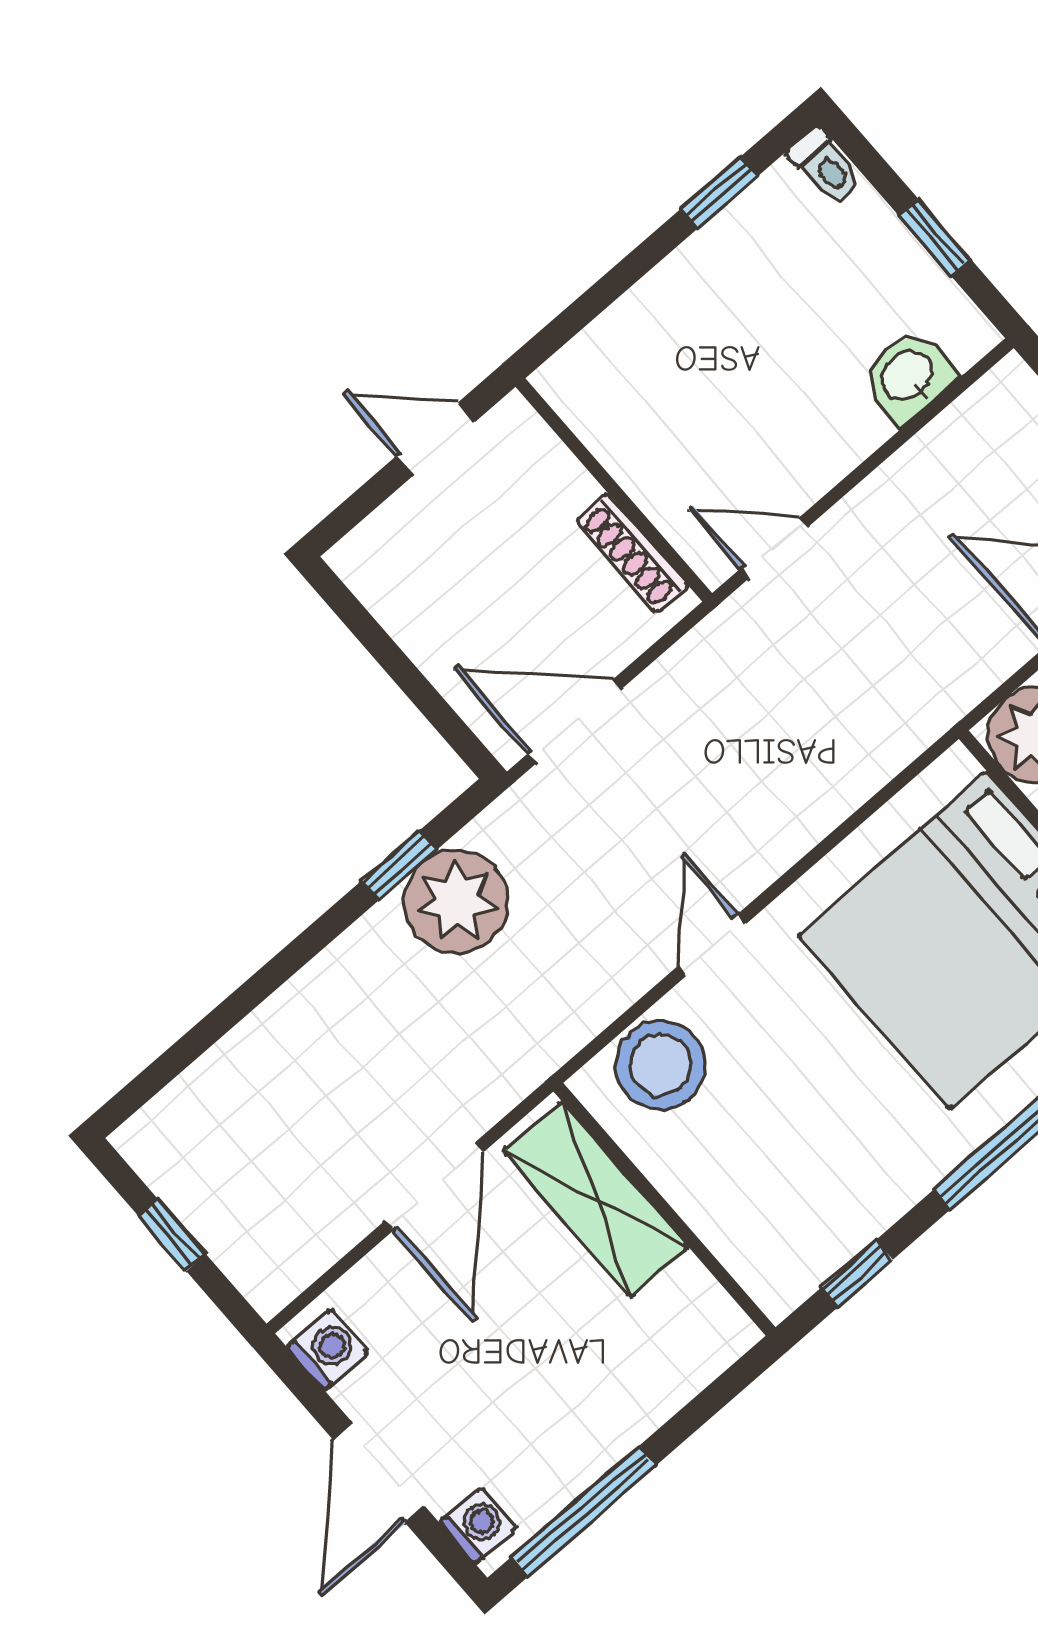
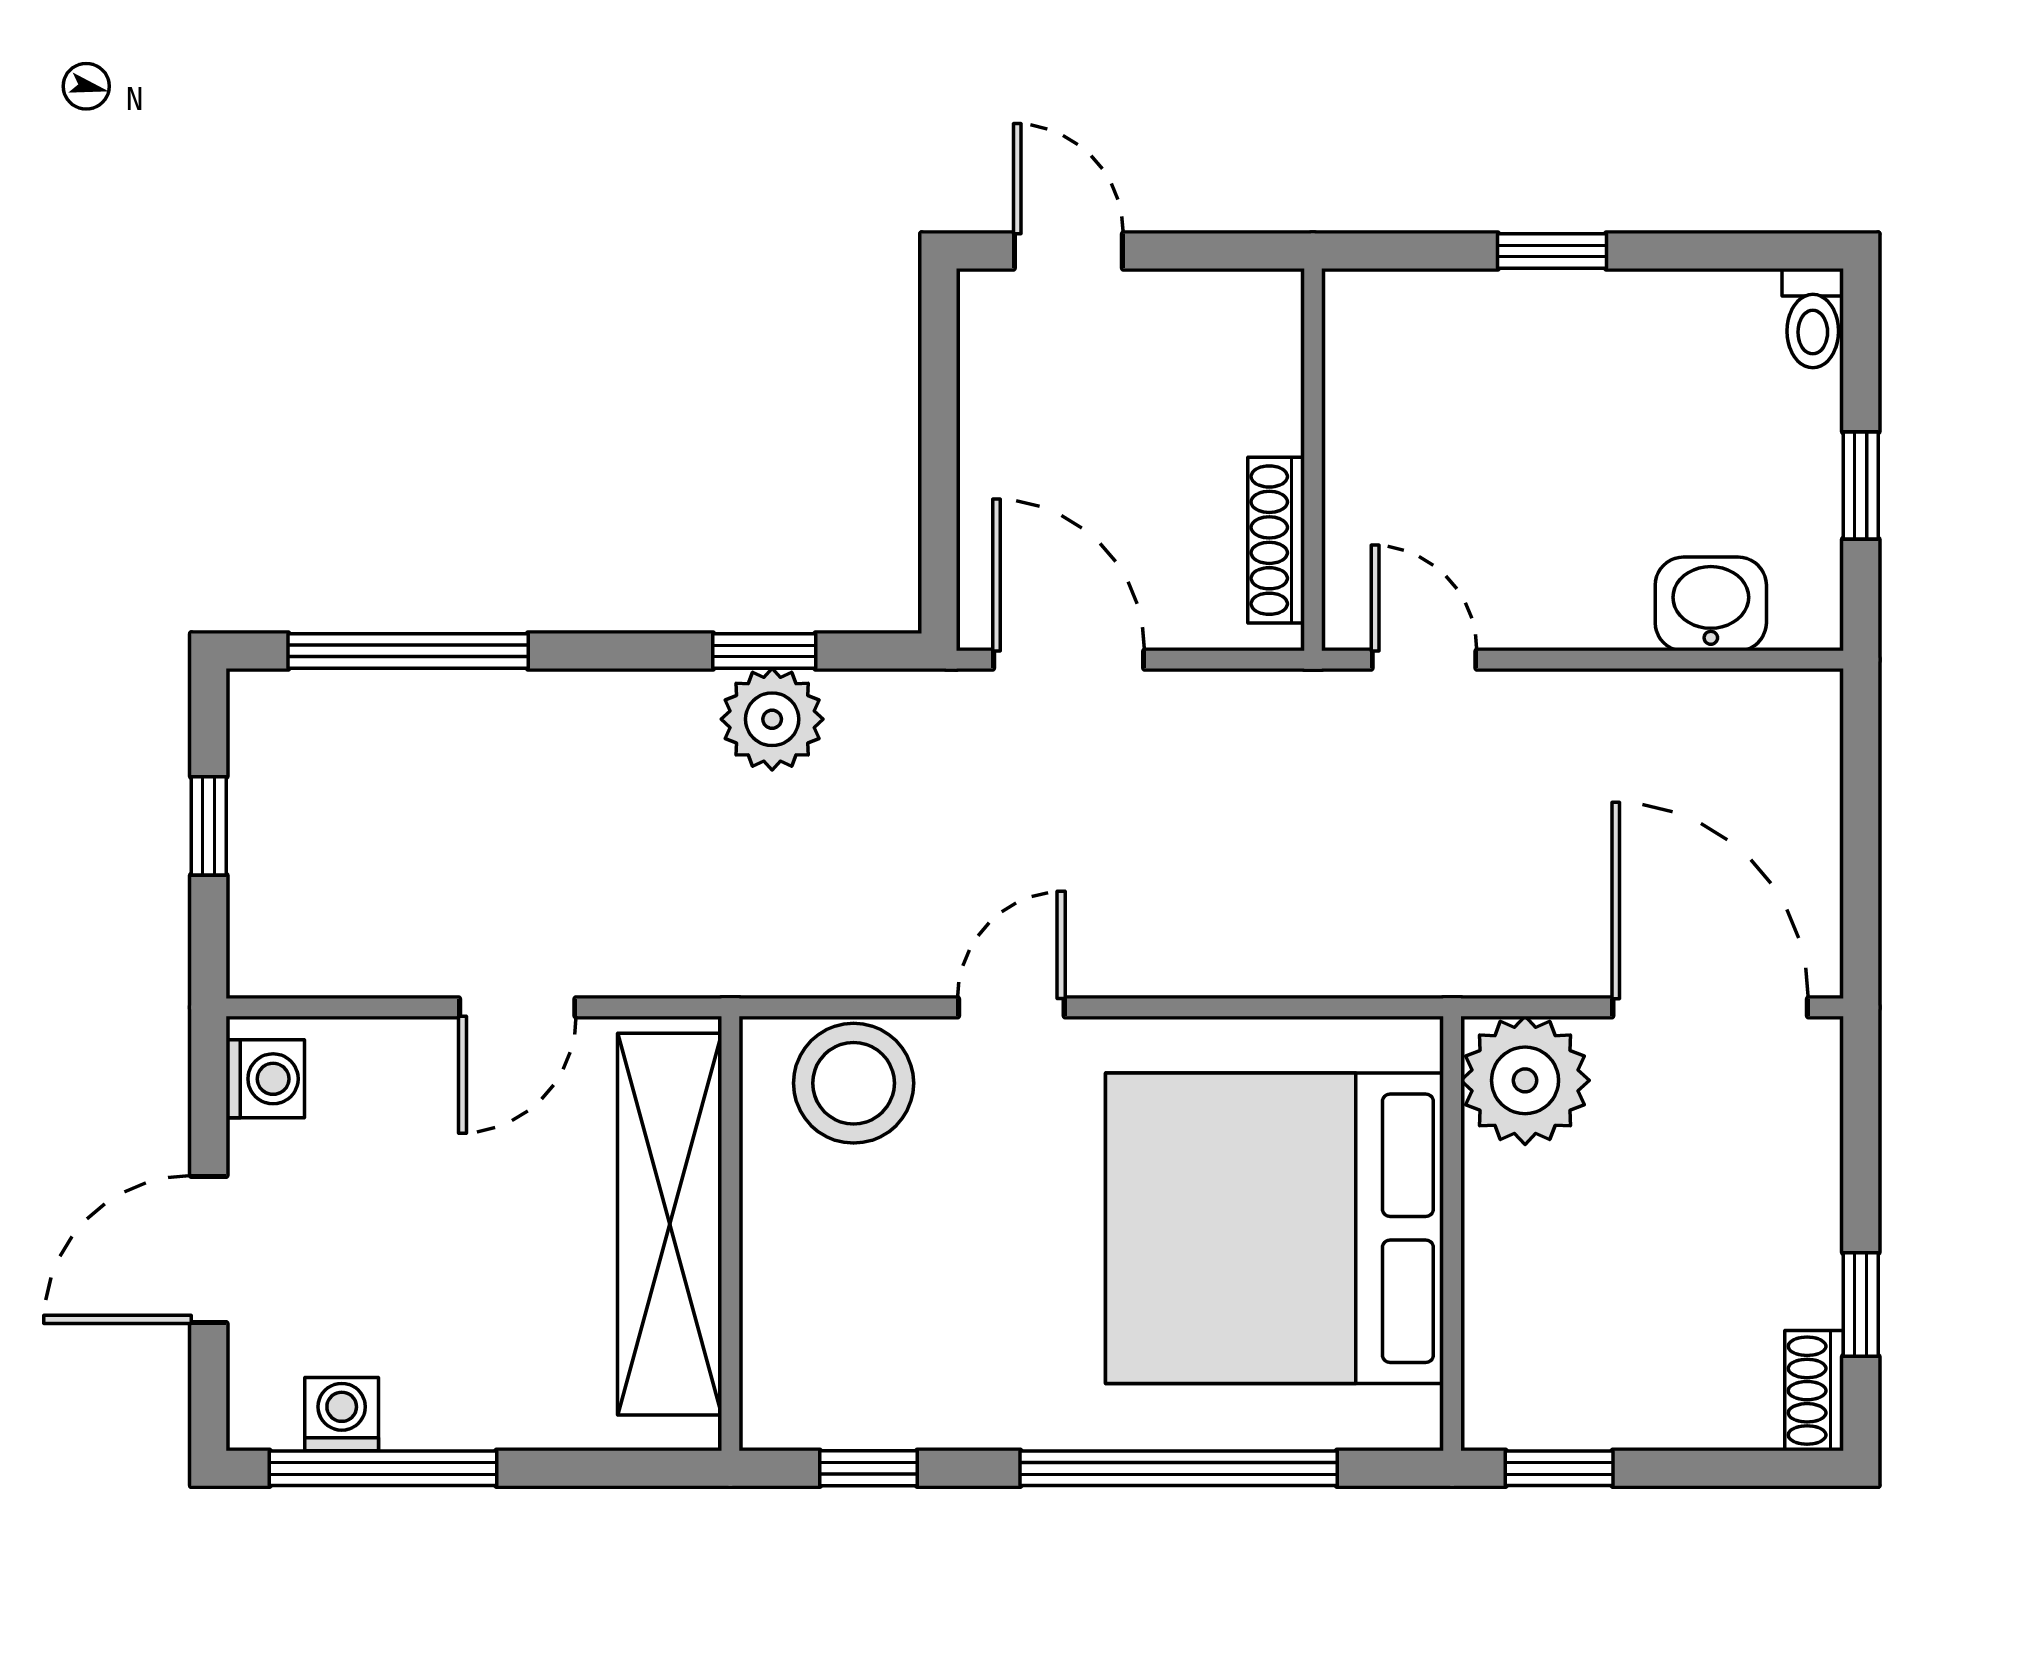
window: (719, 193) -> (1552, 251), moved
door: (436, 439) -> (1068, 251), moved
plant: (456, 901) -> (772, 719), width x0.73, depth x0.73
window: (199, 1039) -> (408, 651), added
door: (434, 1186) -> (517, 1007), width x0.73
shelving: (596, 1200) -> (670, 1224), width x1.47
washing machine: (478, 1525) -> (342, 1414), moved, turned -90

